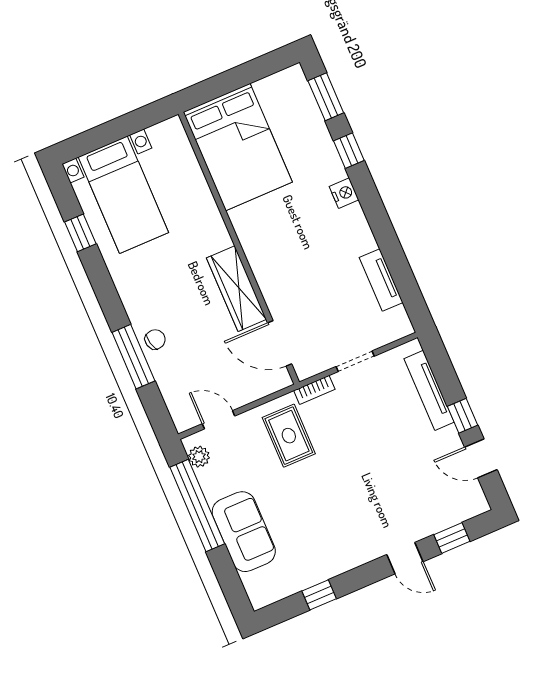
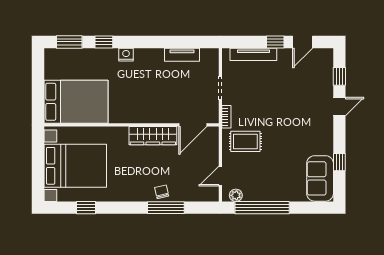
bed with nightstands: (123, 195) -> (75, 166), width x1.36
sofa: (244, 532) -> (320, 178), moved, turned -90

